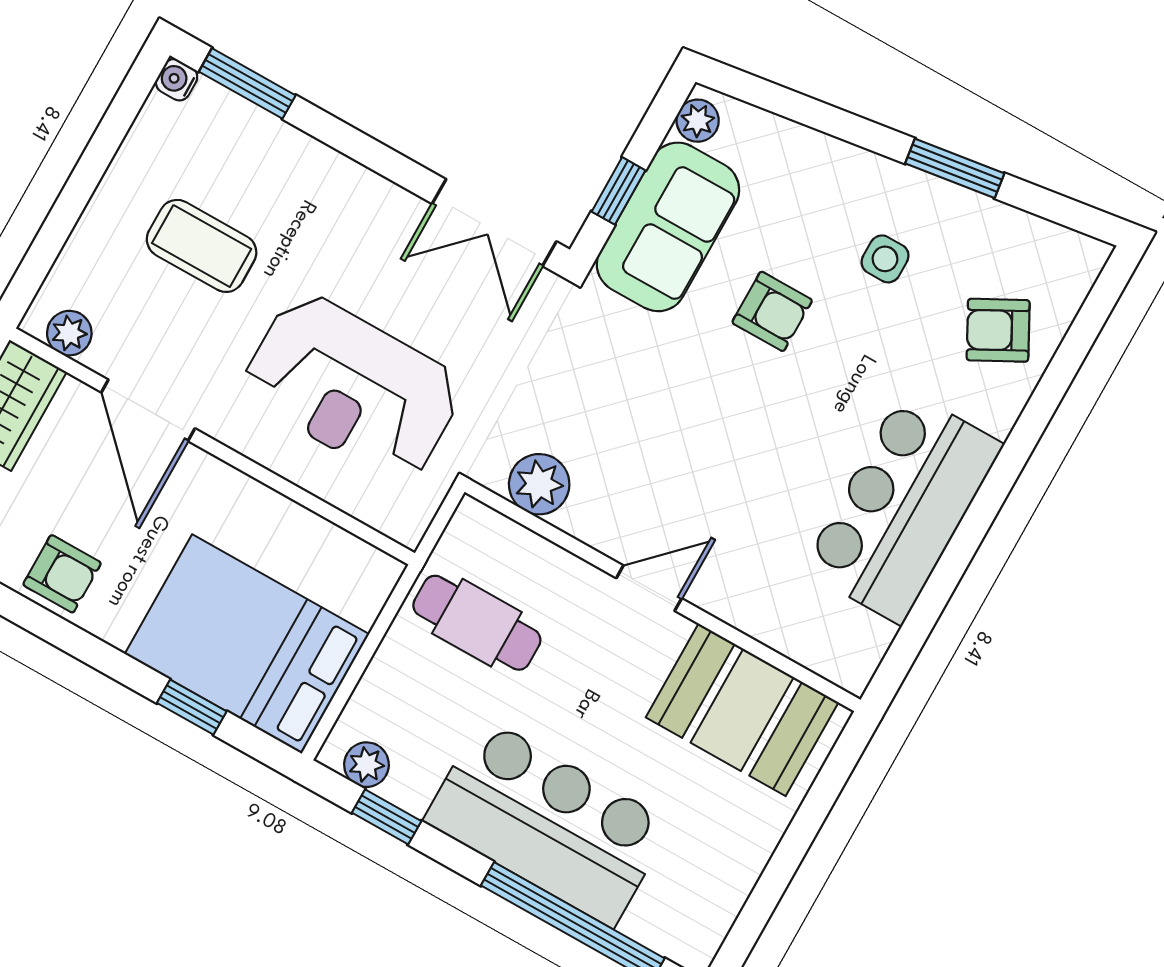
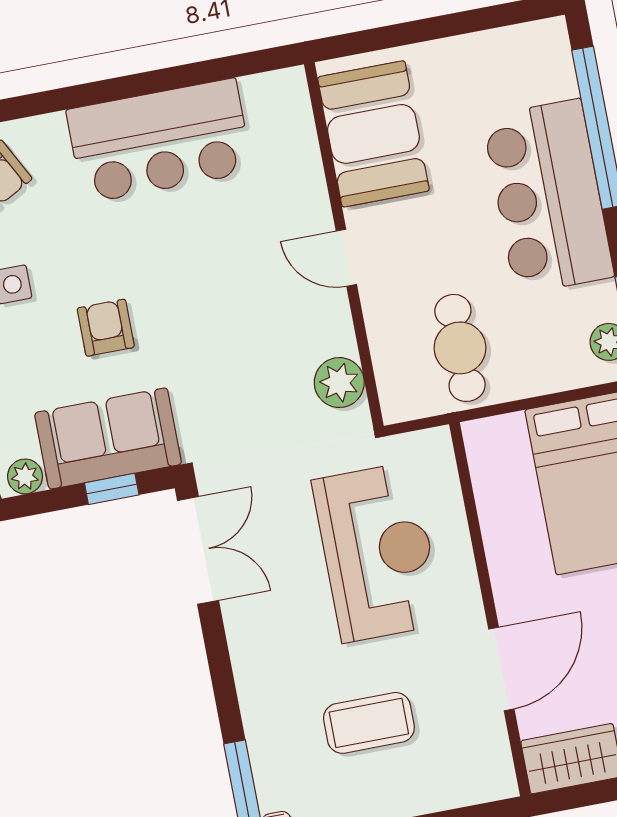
coffee table: (202, 246) -> (369, 723), turned 90
plant: (69, 333) -> (495, 760), removed

